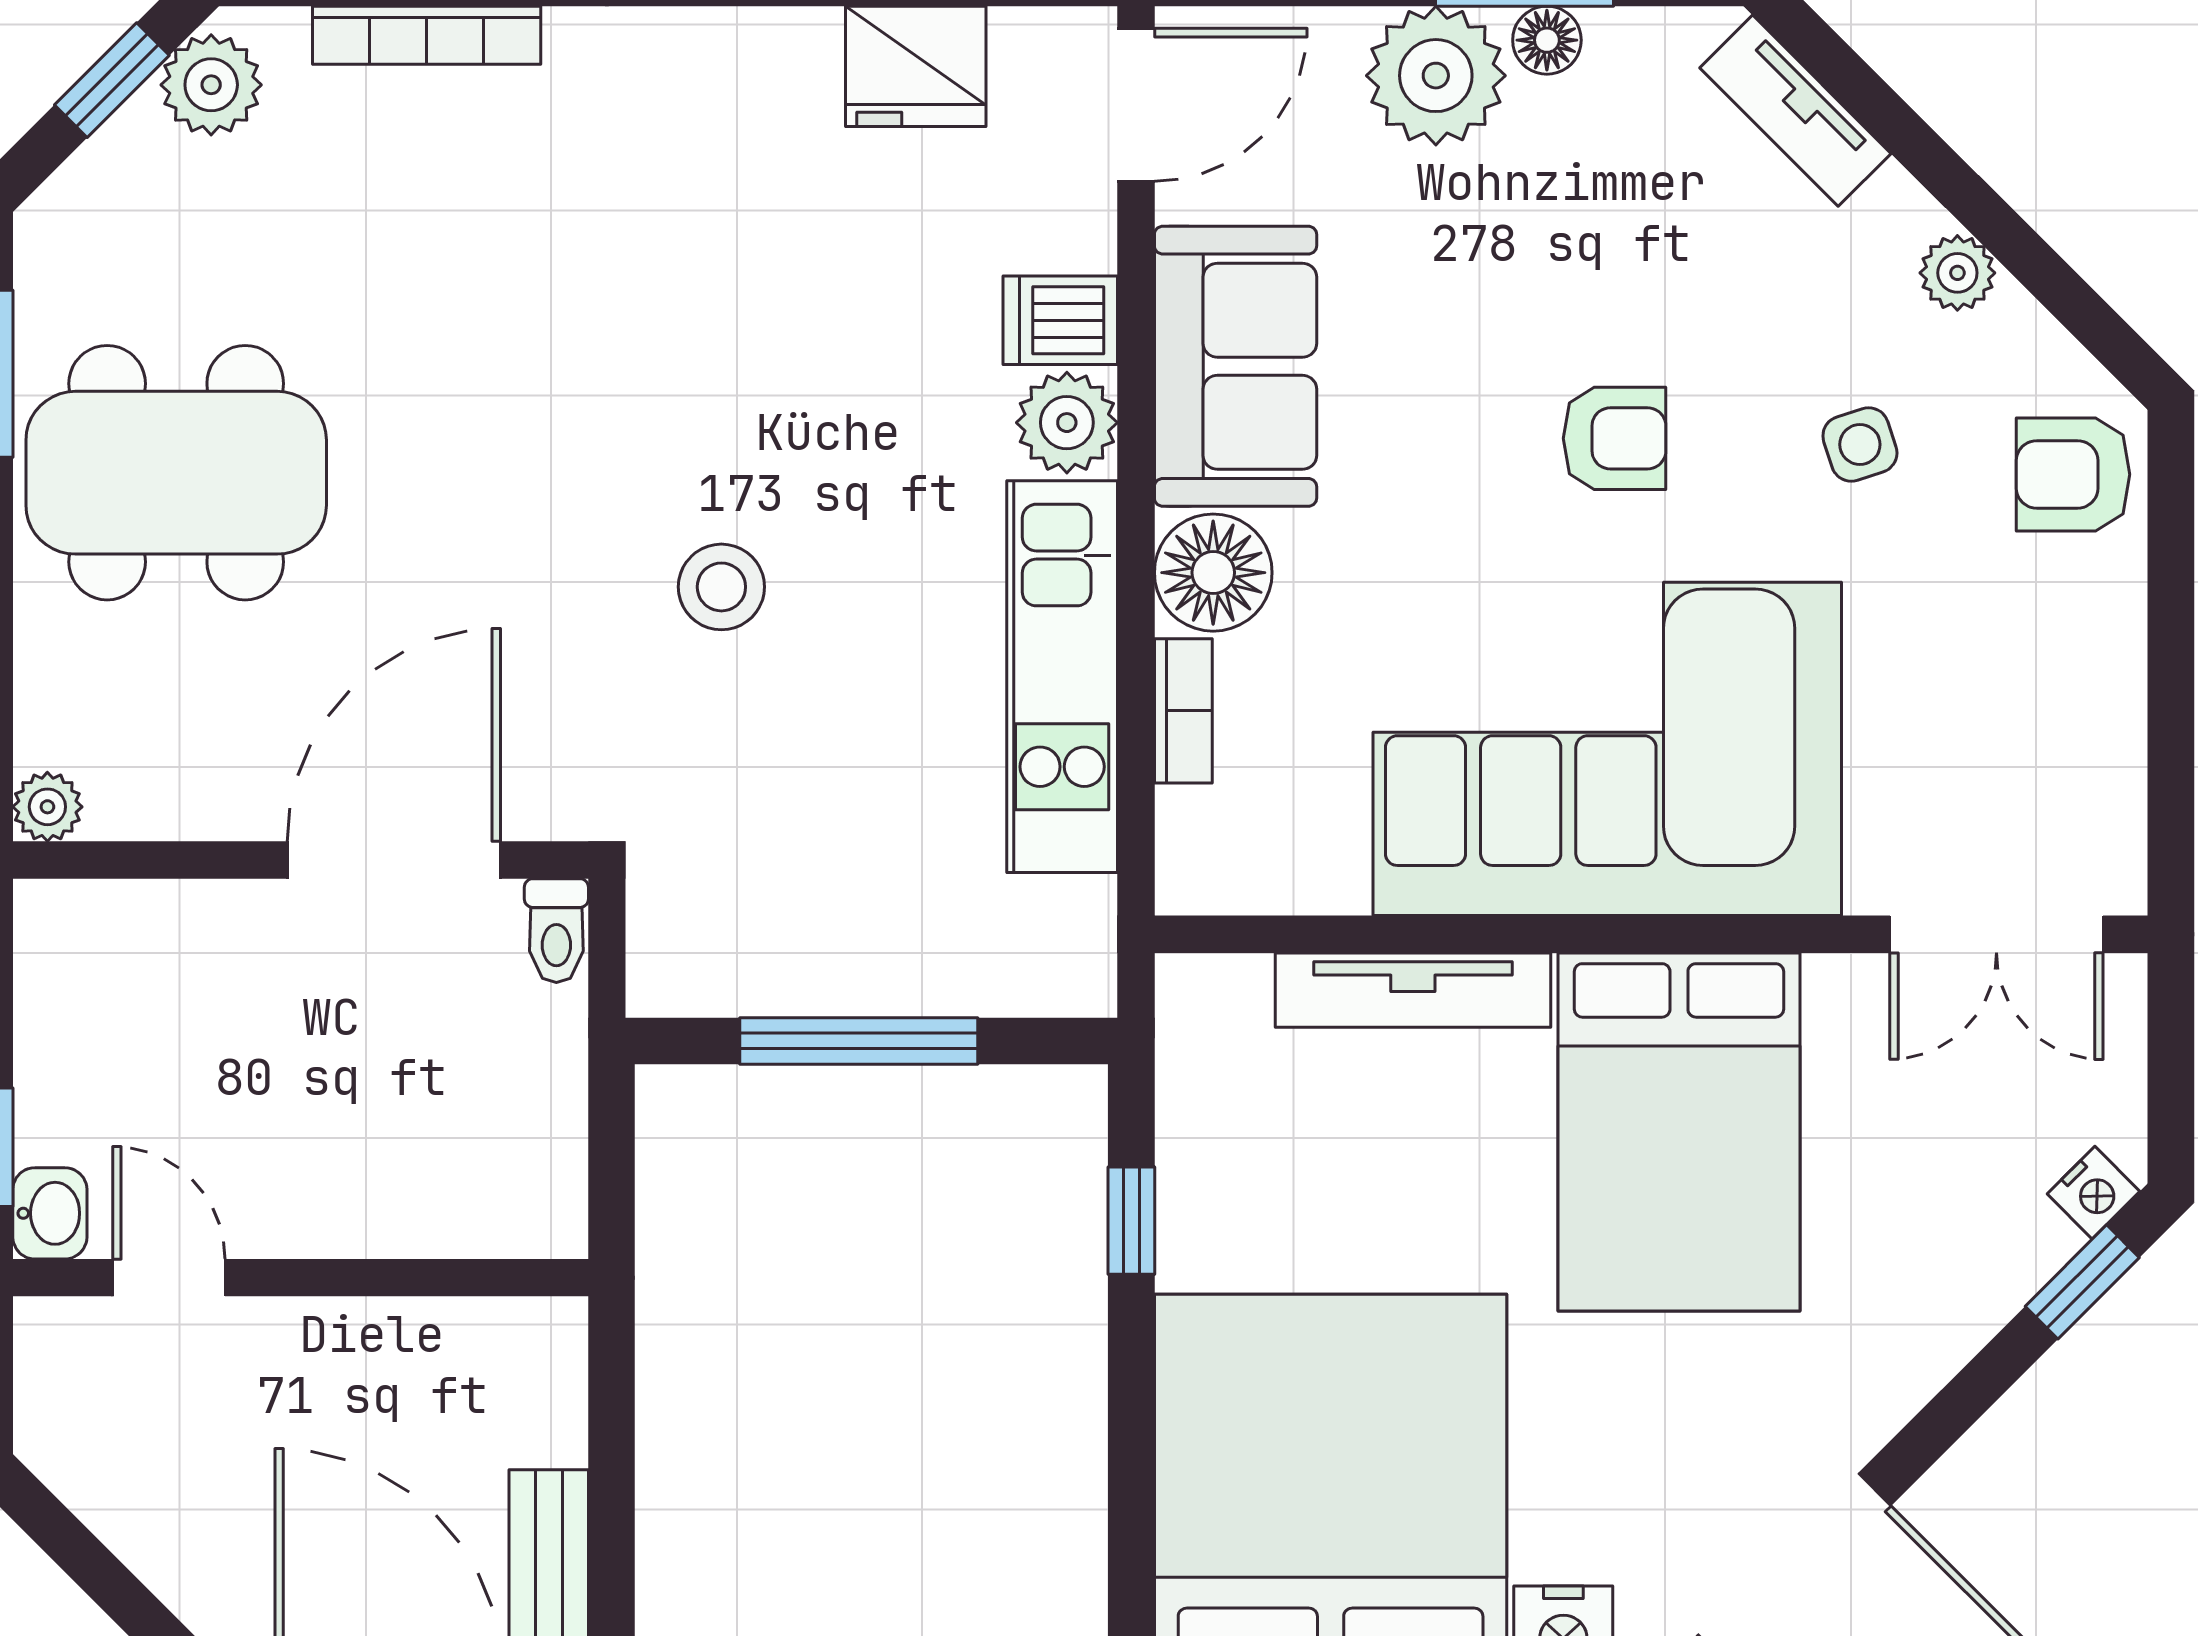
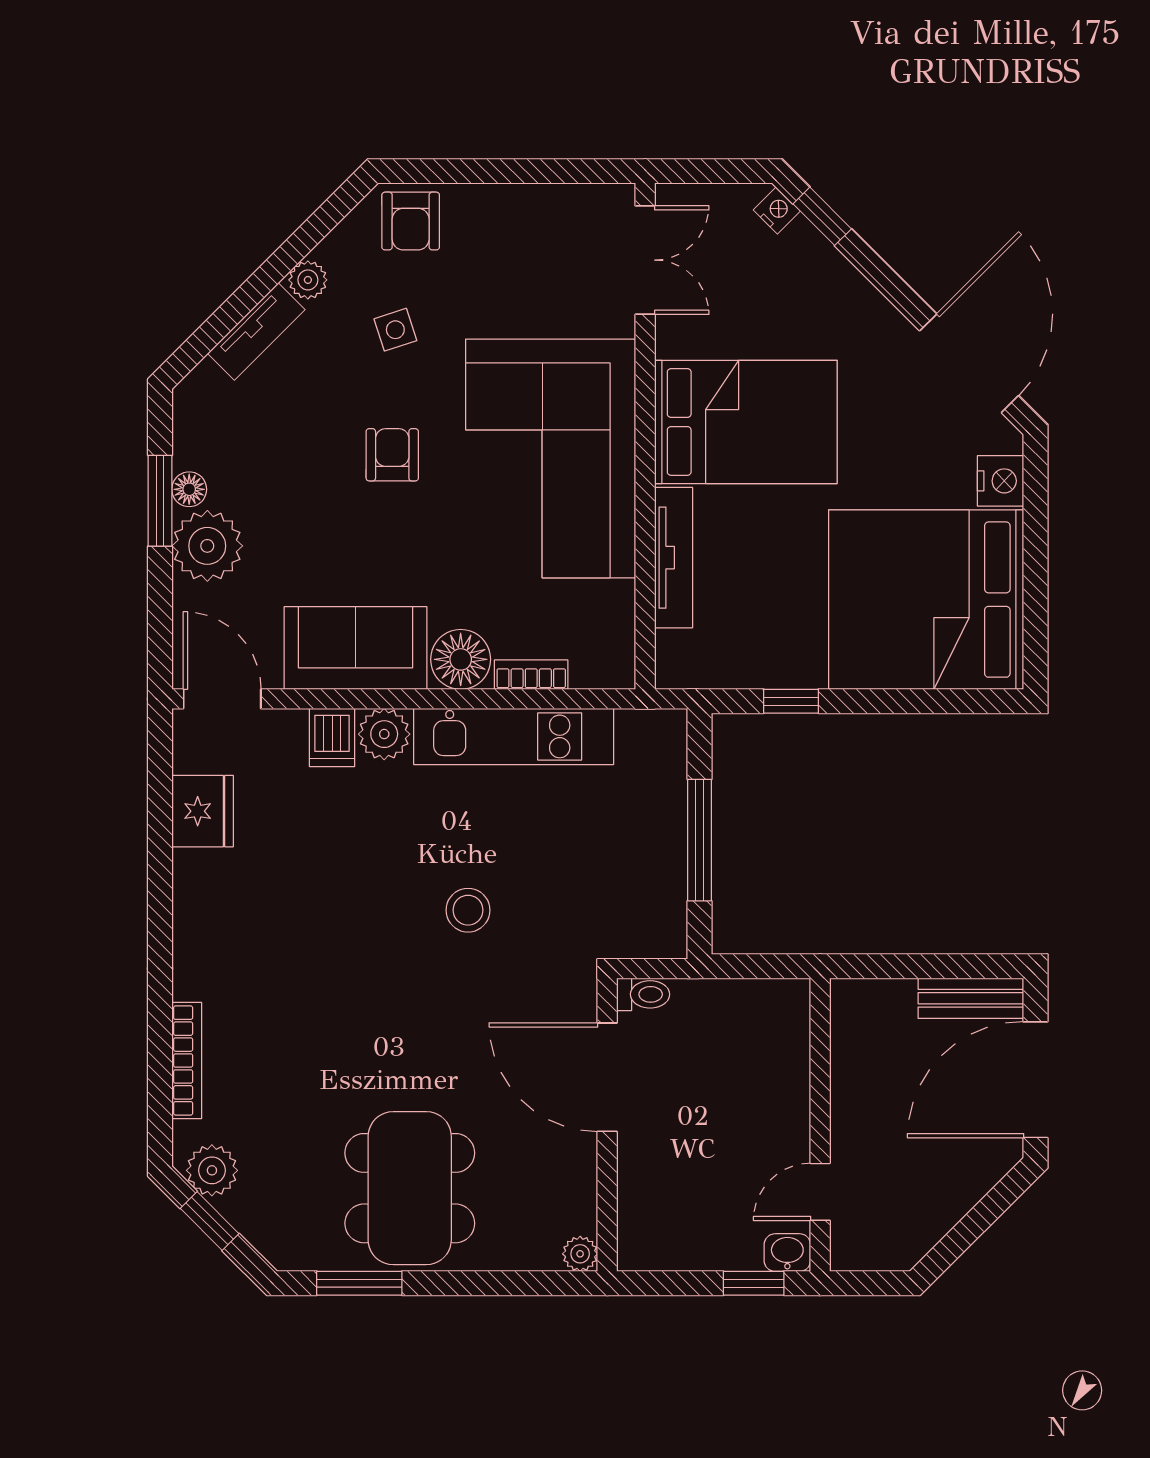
tv unit: (1795, 111) -> (256, 331), moved

